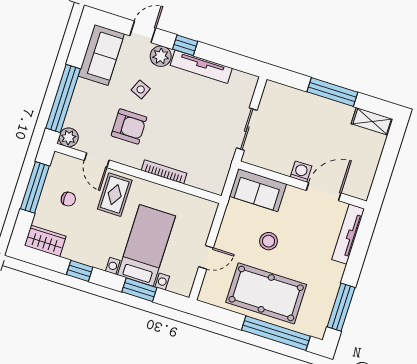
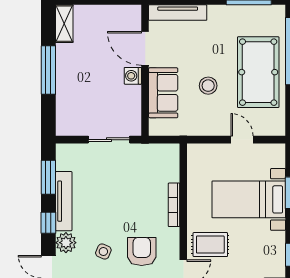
window: (229, 59) -> (48, 177), added
sofa: (258, 190) -> (163, 93), moved

